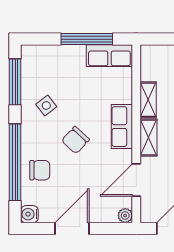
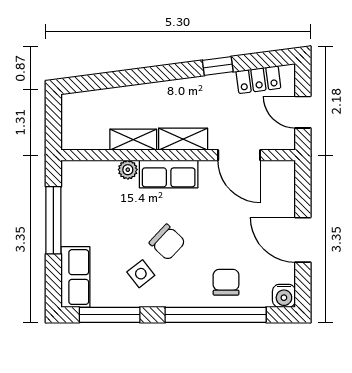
row of seats: (109, 56) -> (75, 277), moved
chair: (75, 140) -> (167, 242), moved
plant: (125, 216) -> (128, 170), moved

